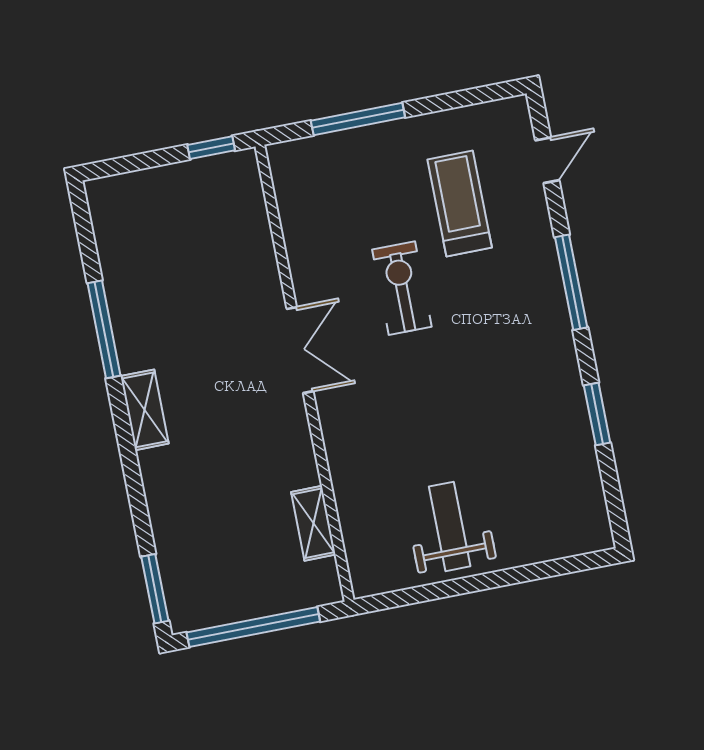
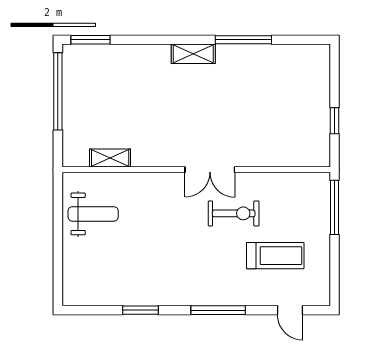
double door: (300, 350) -> (210, 170), moved
wall: (304, 373) -> (196, 170), moved
shelving: (313, 523) -> (110, 158), moved

